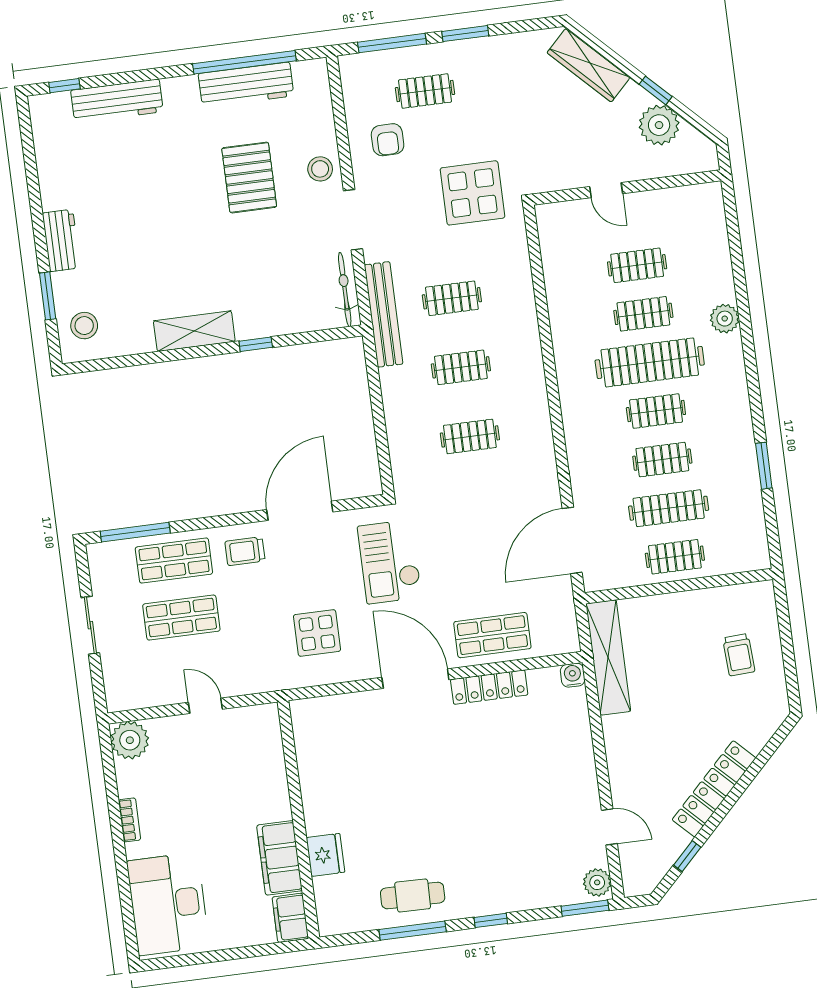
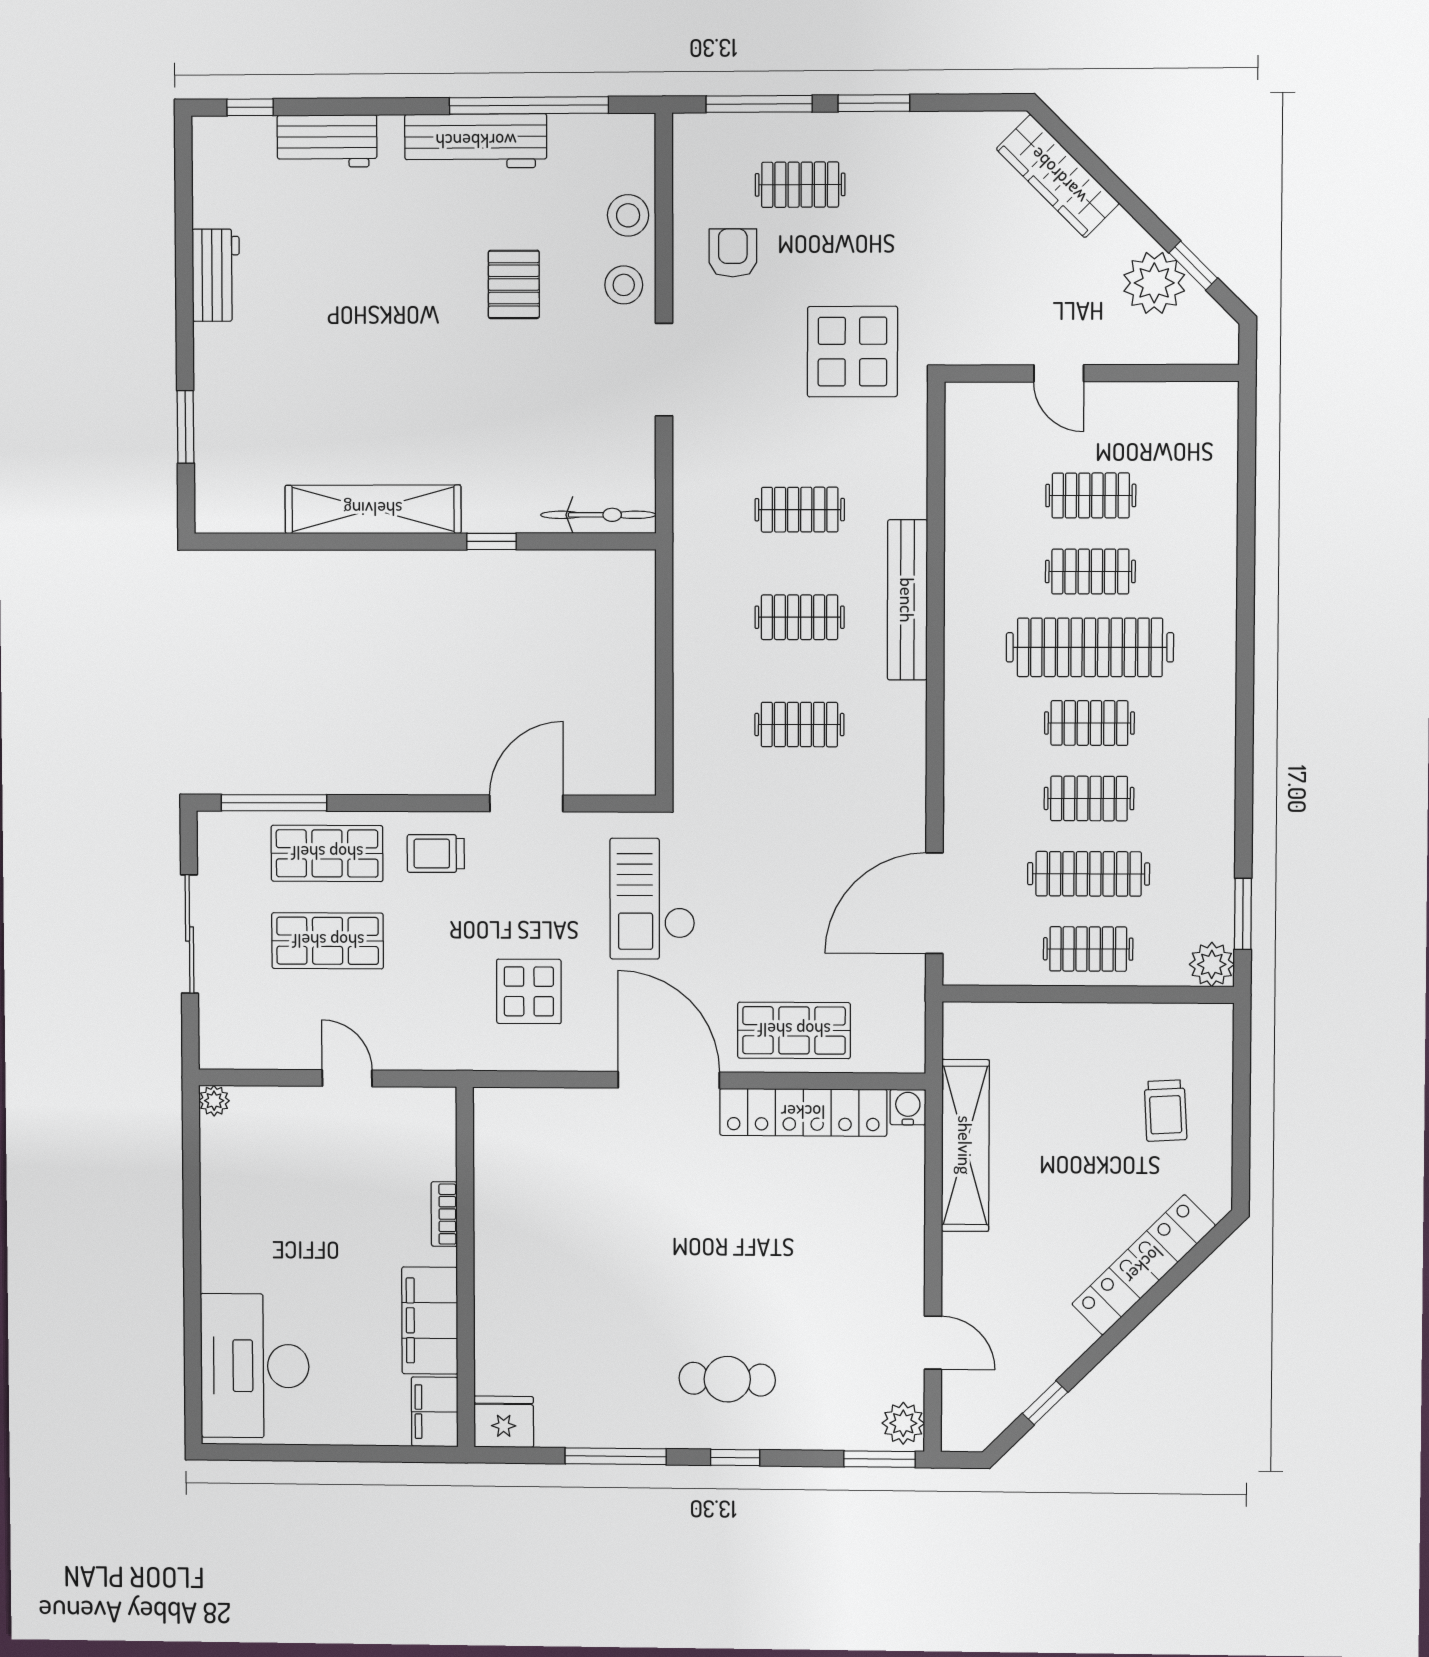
workbench: (246, 85) -> (476, 141), moved
window: (656, 90) -> (1193, 265), moved
workbench: (117, 101) -> (327, 141), width x0.73
armchair: (388, 140) -> (733, 253), turned 180
pallet: (249, 178) -> (514, 284), width x0.67, depth x0.71
workbench: (61, 240) -> (216, 275), moved
bicycle: (345, 290) -> (598, 515), moved, turned 90
bench: (384, 314) -> (907, 600), moved
plant: (725, 319) -> (1212, 964), moved
stool: (84, 326) -> (628, 215), moved
shelving: (194, 331) -> (373, 509), width x1.47
window: (764, 466) -> (1243, 914), moved
door: (300, 511) -> (526, 803), width x0.73
sliding door: (90, 625) -> (190, 934), width x1.37
shelving: (608, 657) -> (965, 1145), moved
locker: (489, 687) -> (803, 1112), width x1.41, depth x1.21
plant: (130, 740) -> (214, 1101), width x0.53, depth x0.53
locker: (714, 789) -> (1144, 1265), moved
bookcase: (130, 820) -> (444, 1214), moved, turned 180
fridge: (325, 855) -> (504, 1422), moved, turned -90
cafe table: (413, 895) -> (727, 1379), moved

